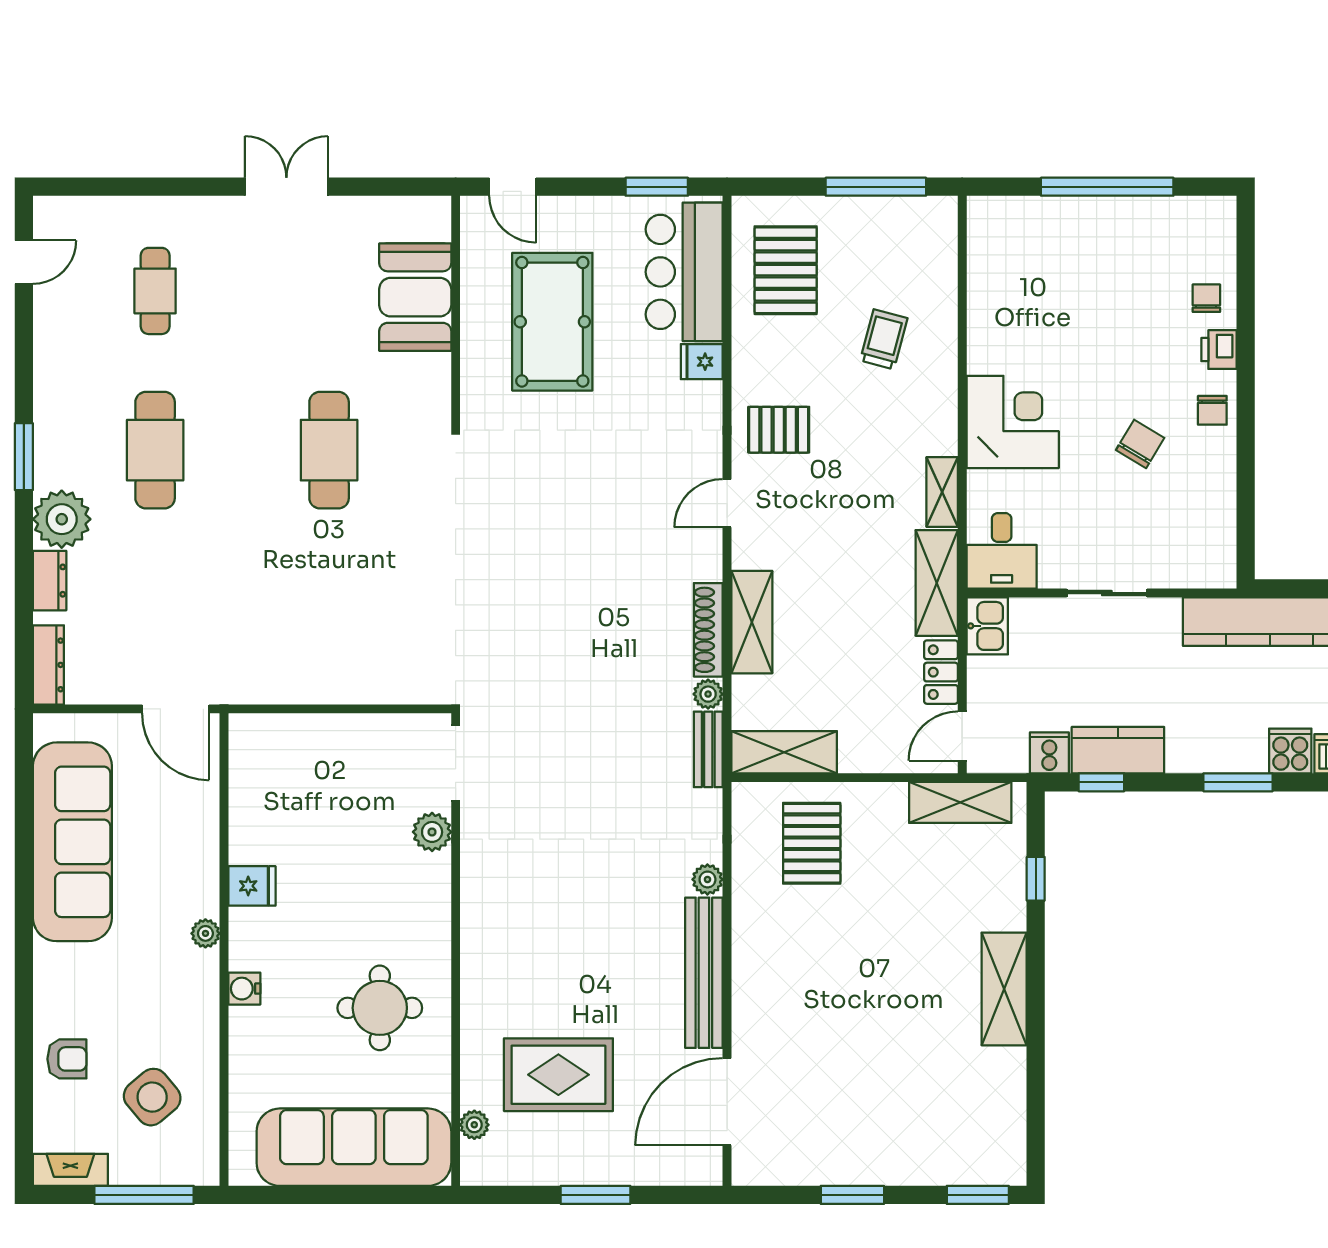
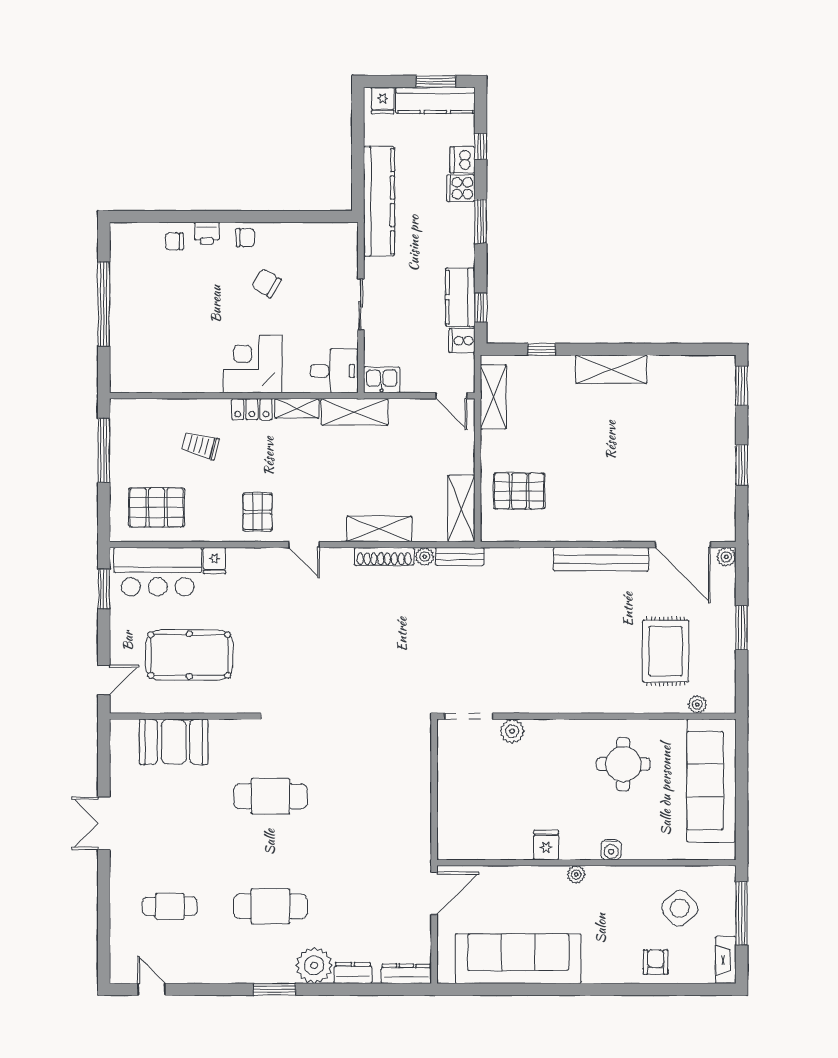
locker: (941, 672) -> (252, 409), moved
plant: (707, 879) -> (726, 557), moved

